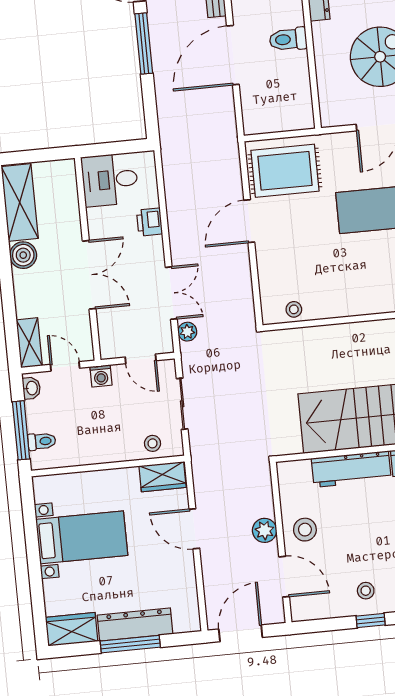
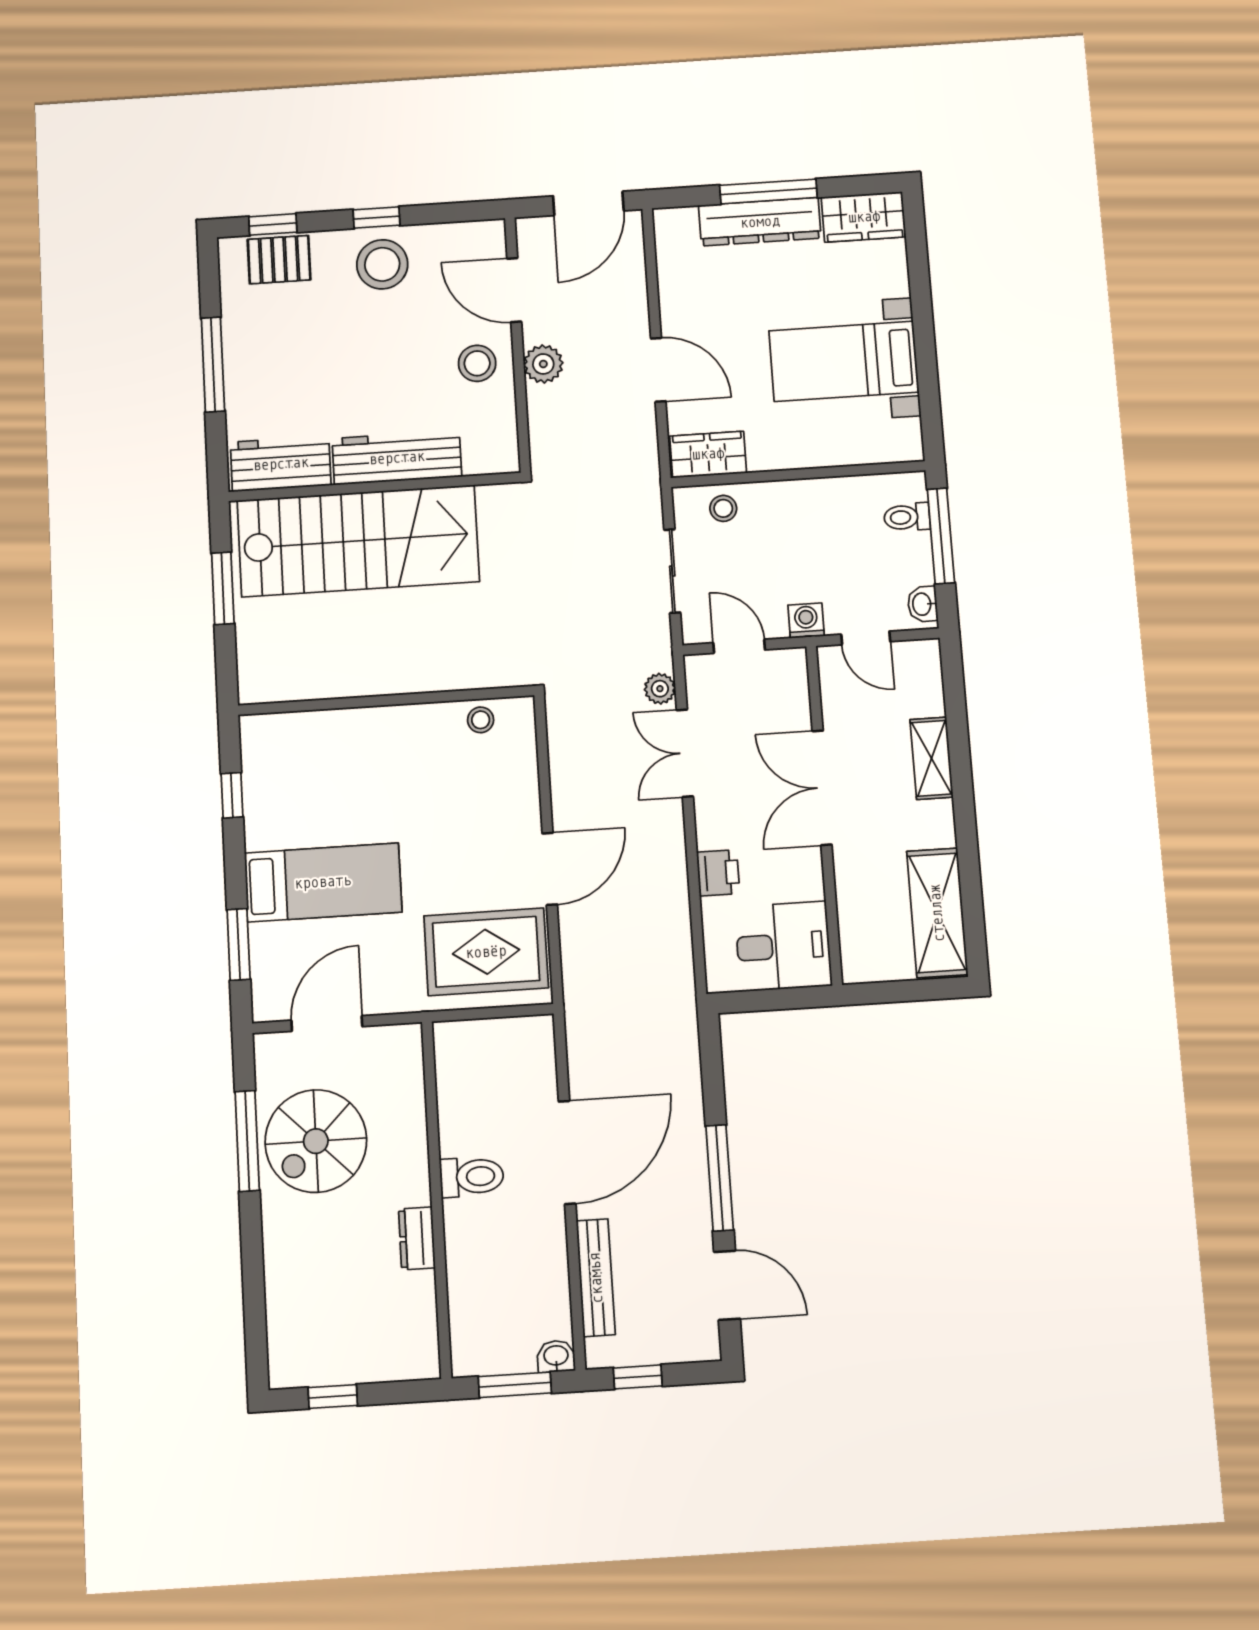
boiler: (23, 255) -> (933, 824), removed
shelving: (29, 343) -> (931, 758), moved
stool: (366, 591) -> (382, 264), width x1.89, depth x1.89

